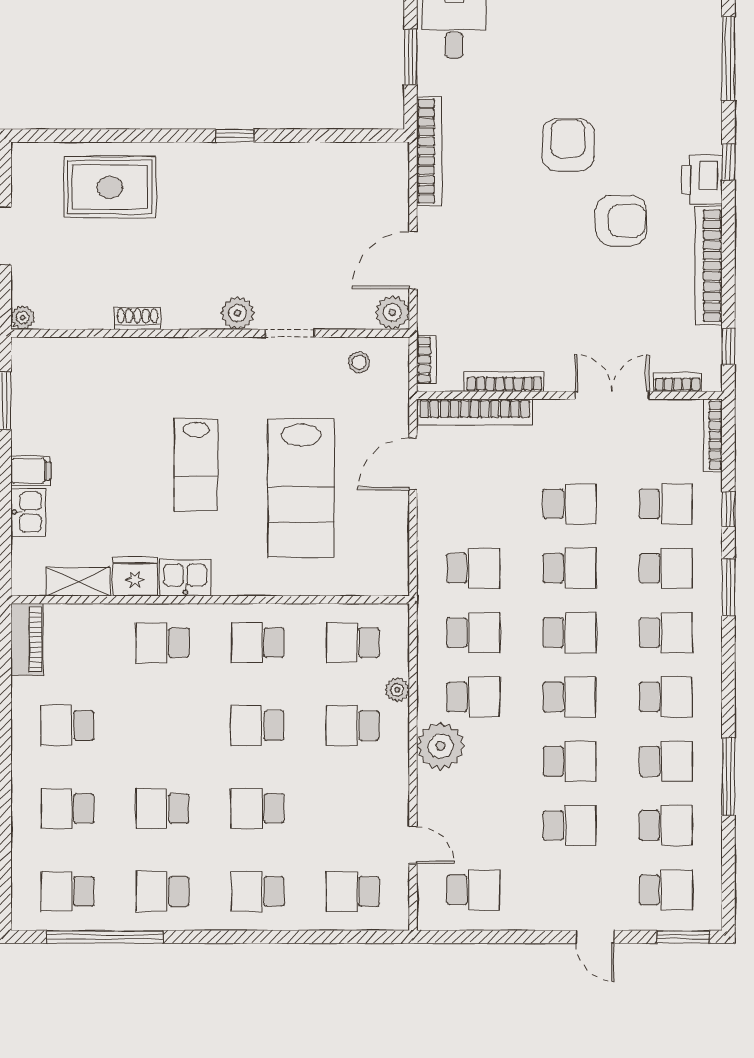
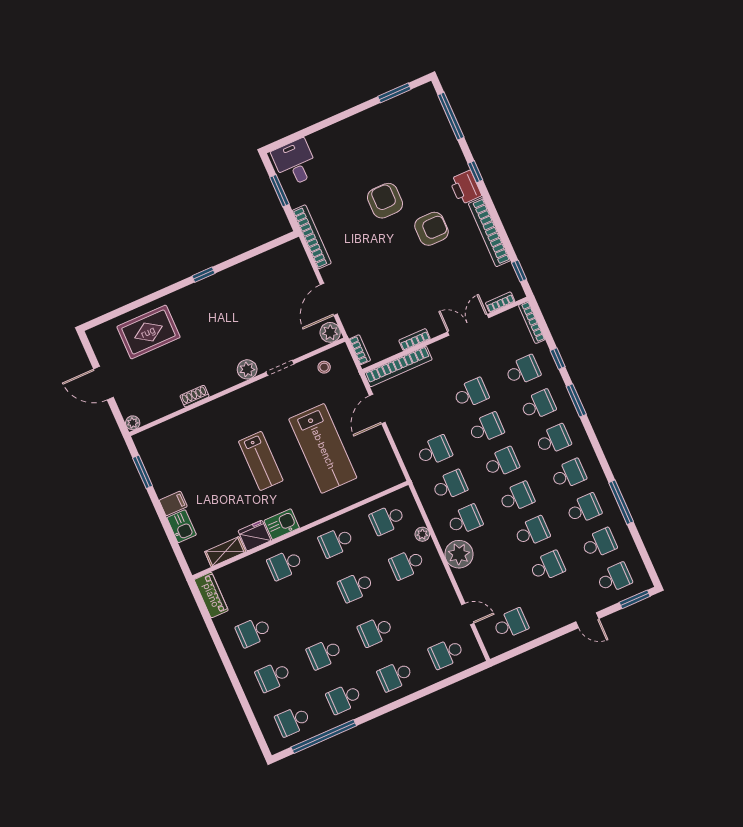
bookcase: (504, 381) -> (414, 340), width x0.64

